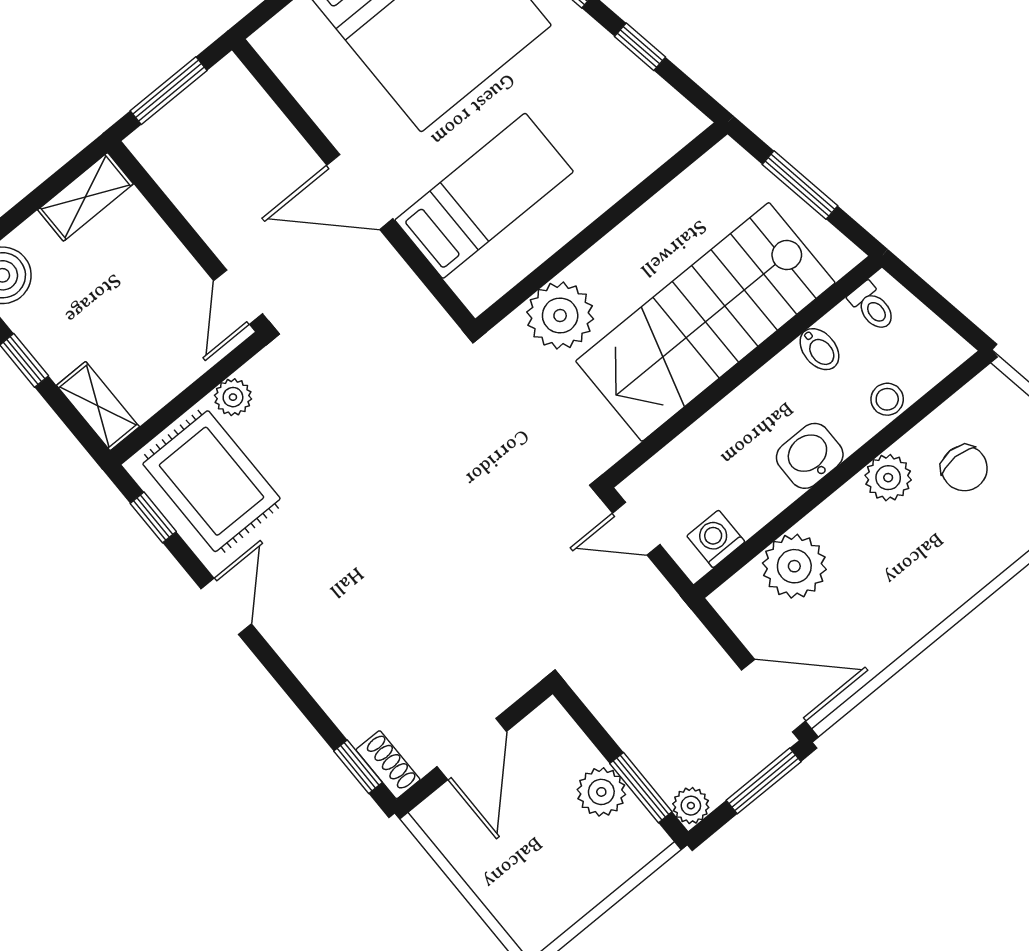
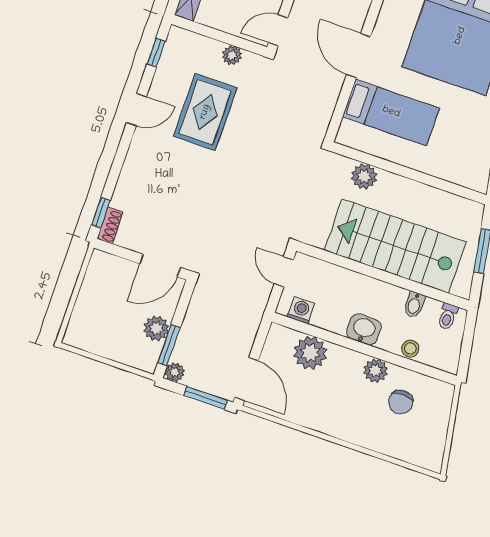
plant: (560, 315) -> (364, 176), width x0.73, depth x0.73
rug: (211, 481) -> (205, 112), moved
door: (472, 749) -> (160, 266), moved

